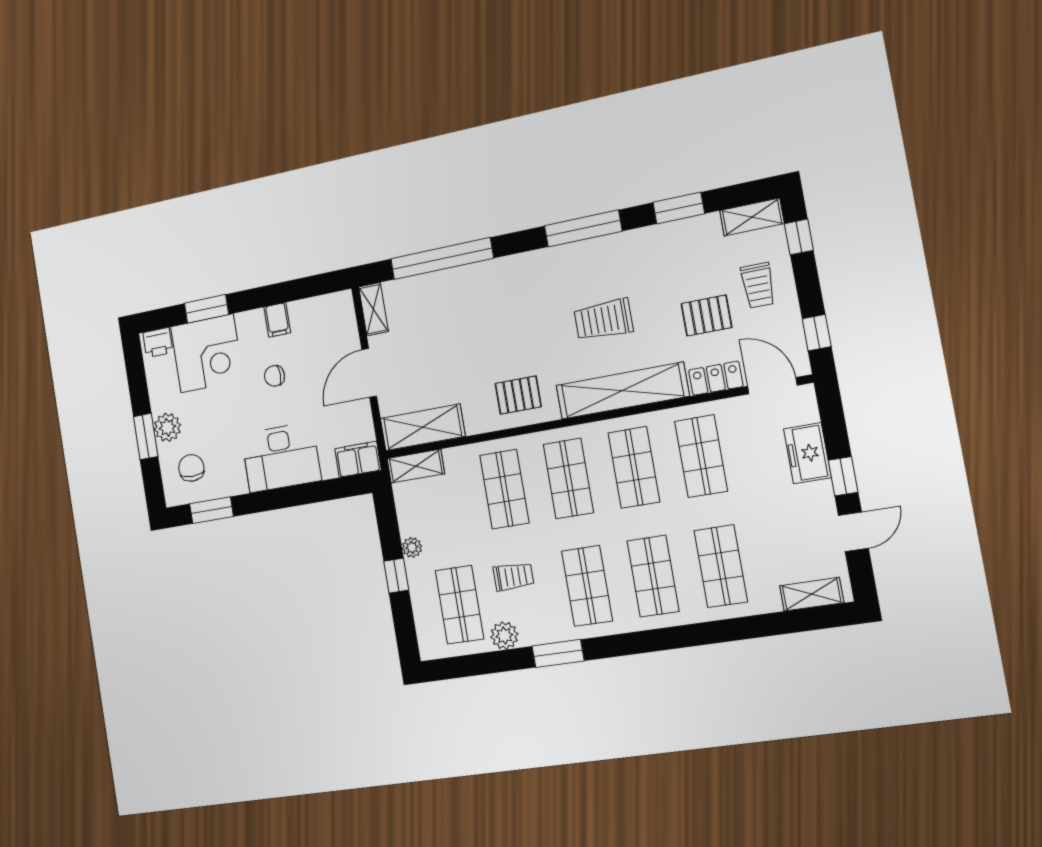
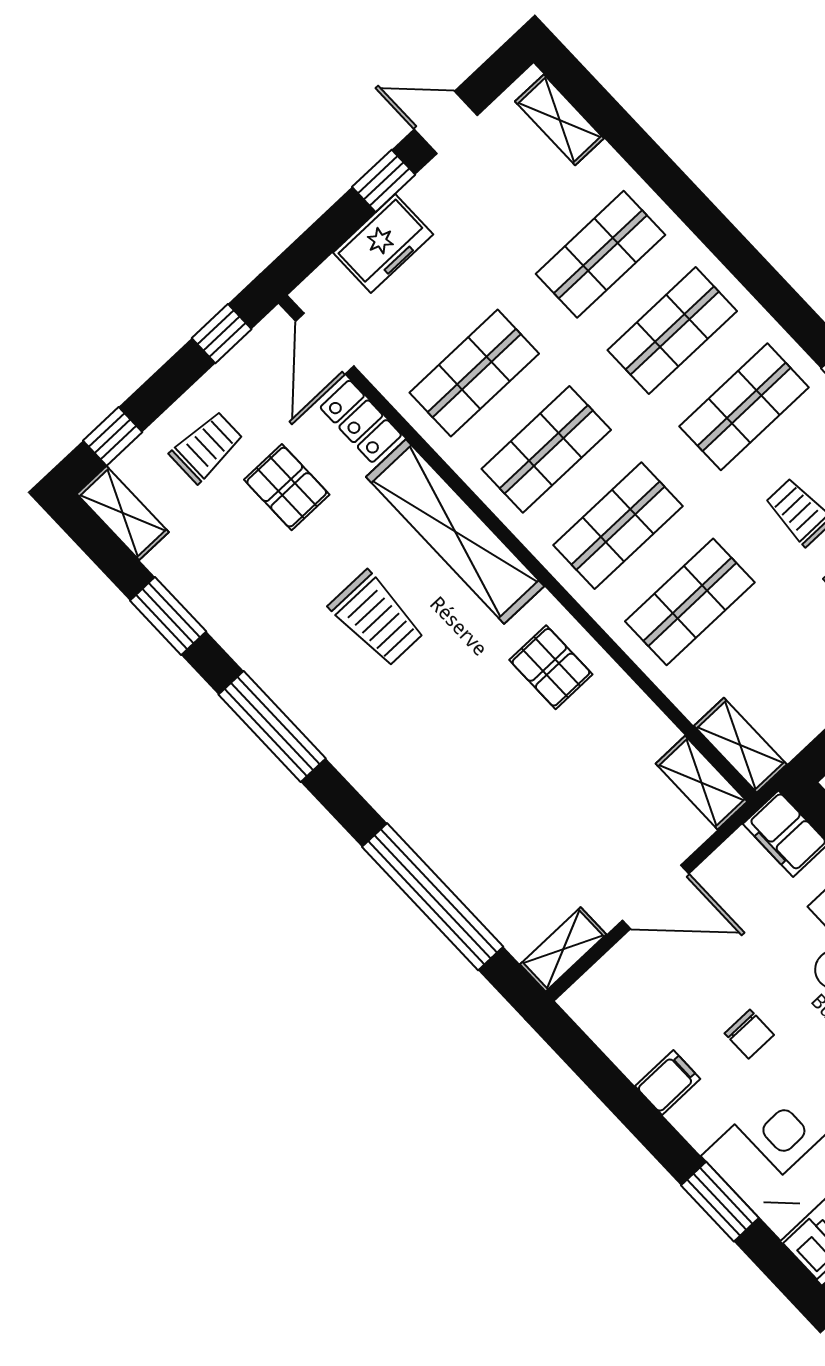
shelving: (423, 427) -> (701, 783), width x0.67, depth x0.75

